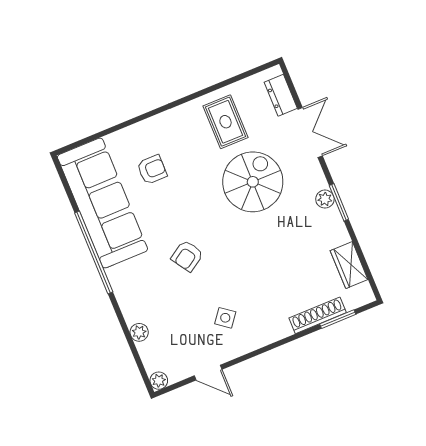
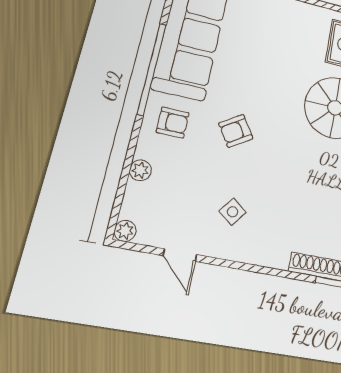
armchair: (152, 170) -> (173, 123), moved

